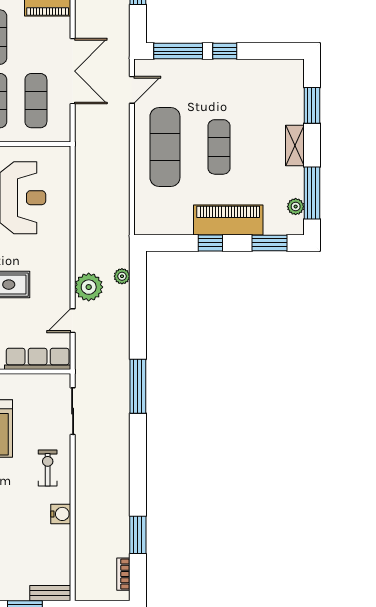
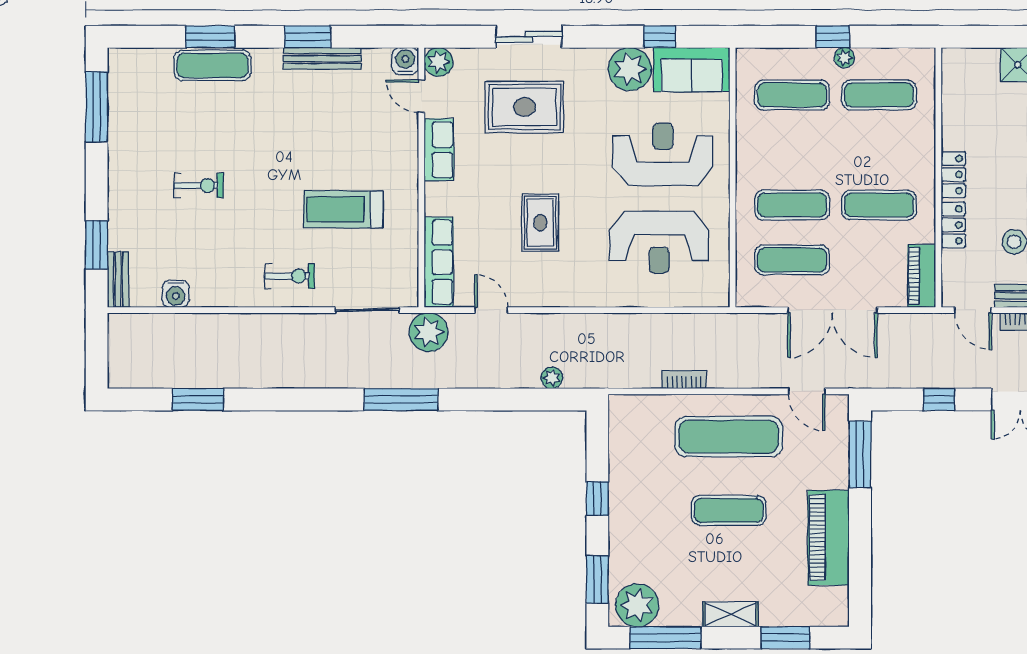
window: (225, 51) -> (860, 518), removed
plant: (296, 207) -> (637, 605), width x1.88, depth x1.88
piano: (228, 220) -> (828, 538), moved, turned 180
plant: (89, 287) -> (429, 332), moved
water cooler: (61, 514) -> (176, 294), moved
bookcase: (123, 574) -> (684, 380), moved

